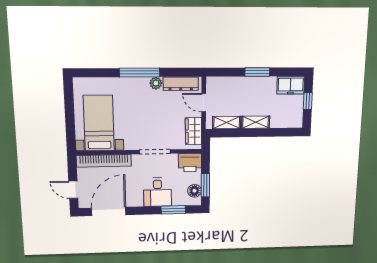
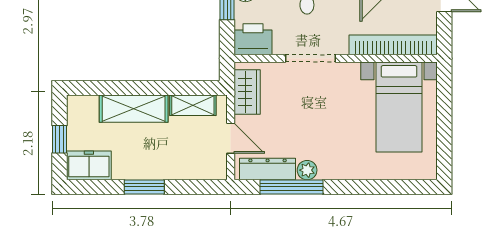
window: (140, 73) -> (291, 187), moved
shelving: (256, 122) -> (134, 109), width x1.50, depth x1.33

